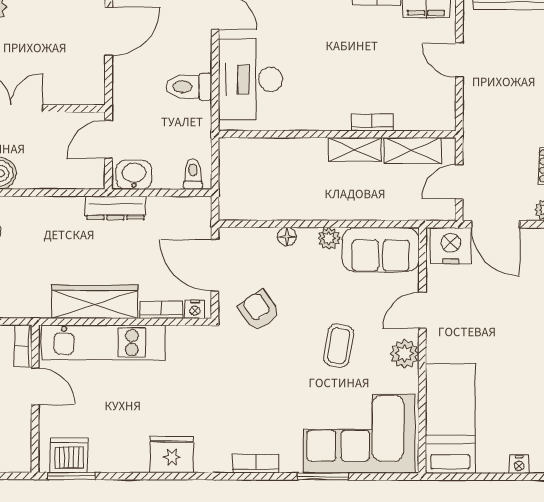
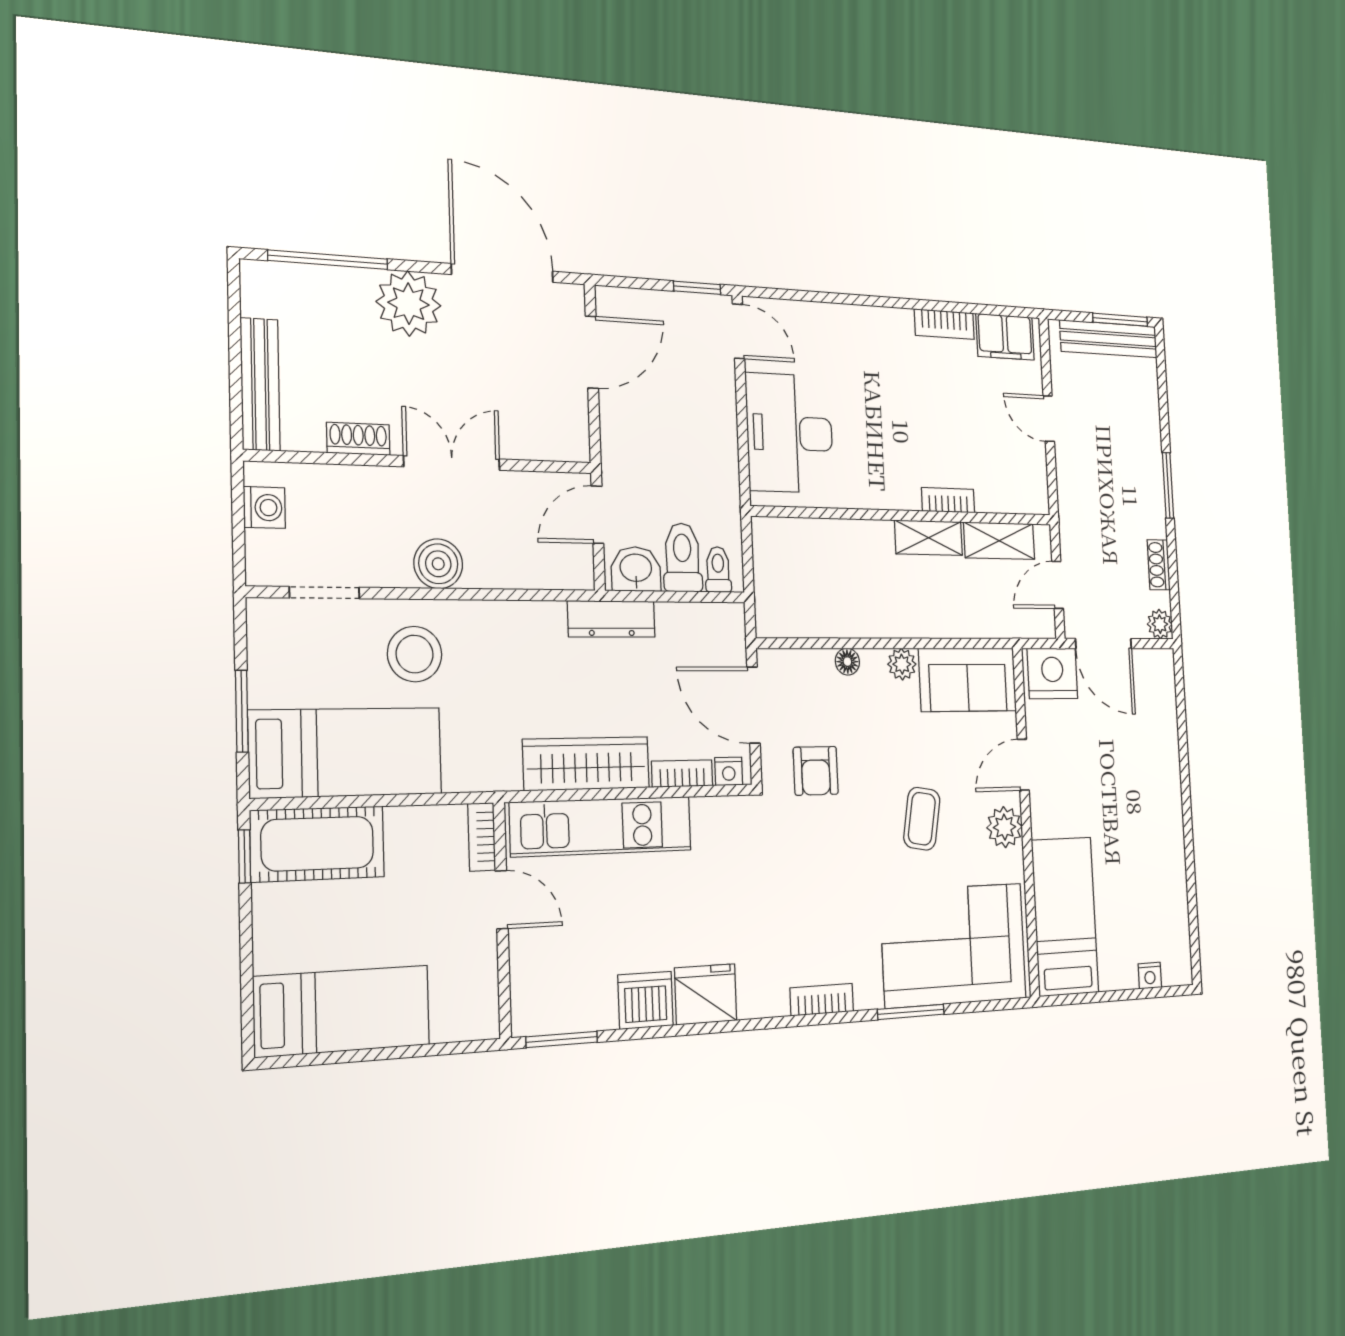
toilet: (189, 87) -> (682, 557), moved, turned 90
armchair: (259, 311) -> (816, 771), turned -145
dishwasher: (69, 455) -> (646, 1000), moved

